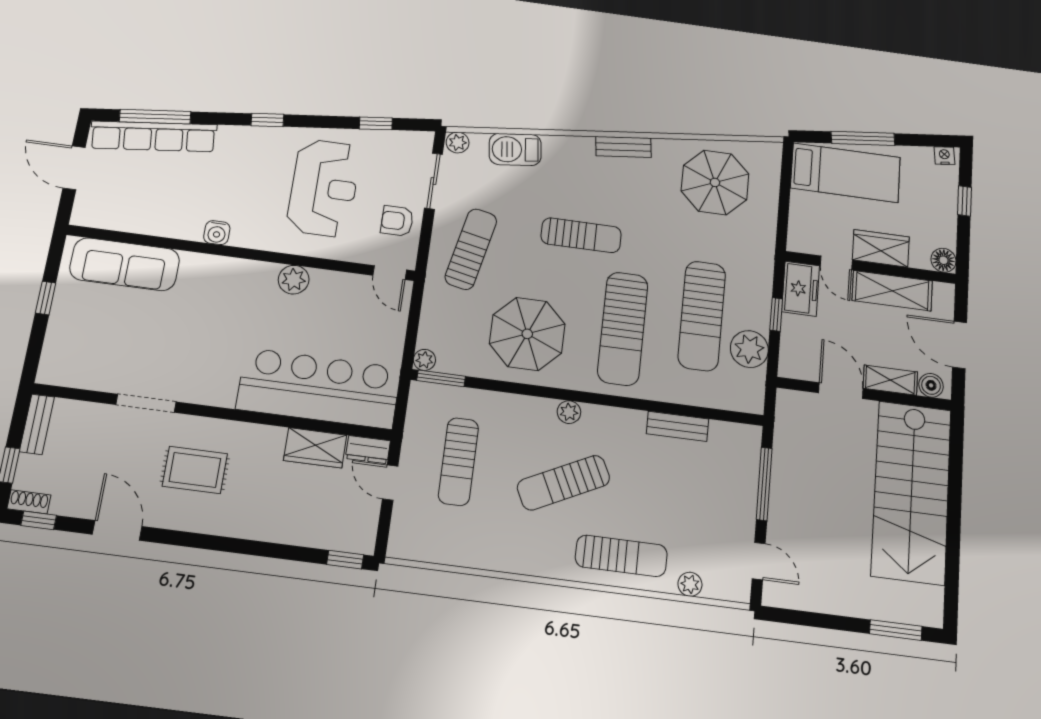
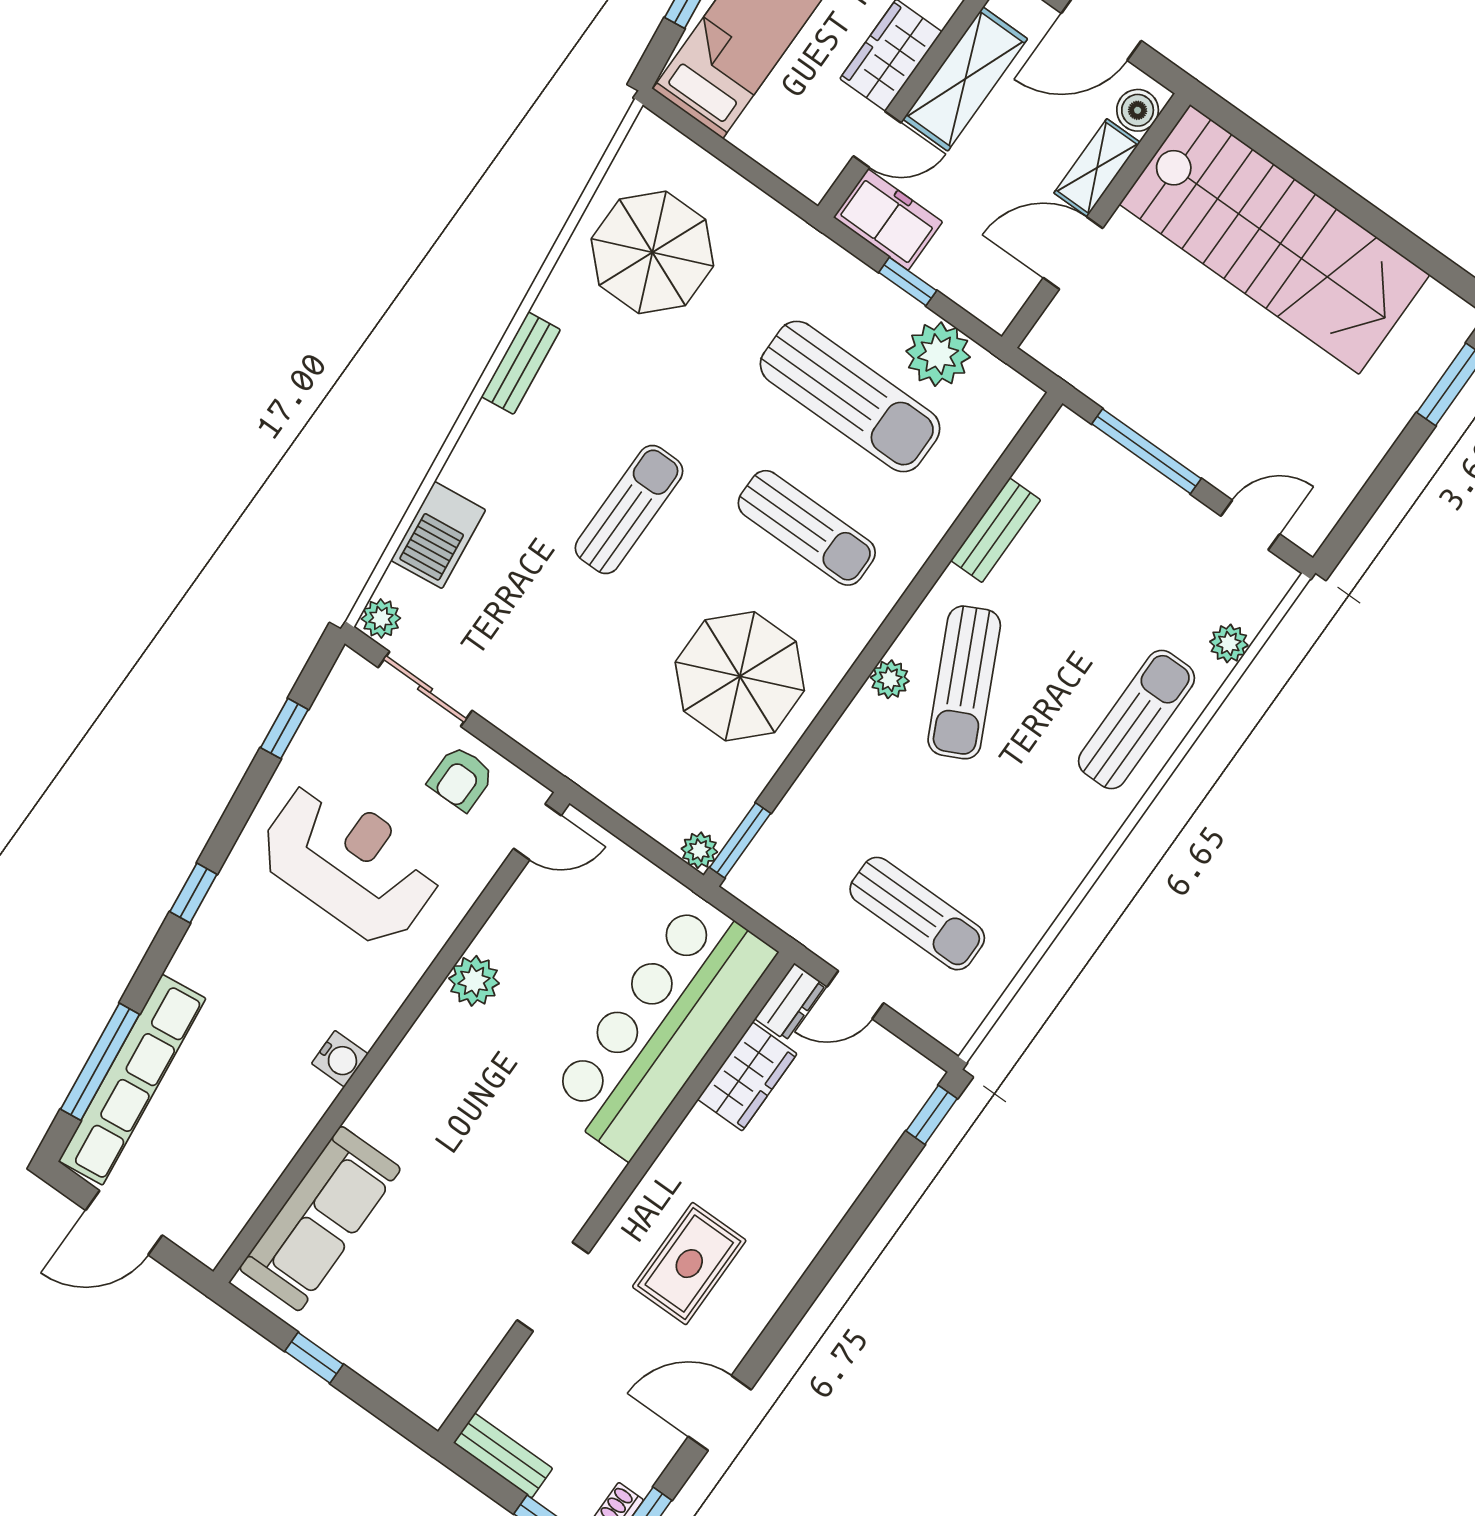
sun lounger: (471, 249) -> (564, 690), removed
sun lounger: (623, 328) -> (807, 528), width x0.73, depth x0.75
sun lounger: (458, 462) -> (917, 914), moved
sun lounger: (563, 483) -> (964, 682), moved

